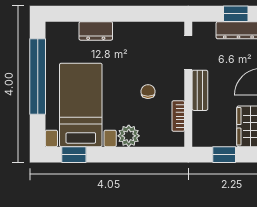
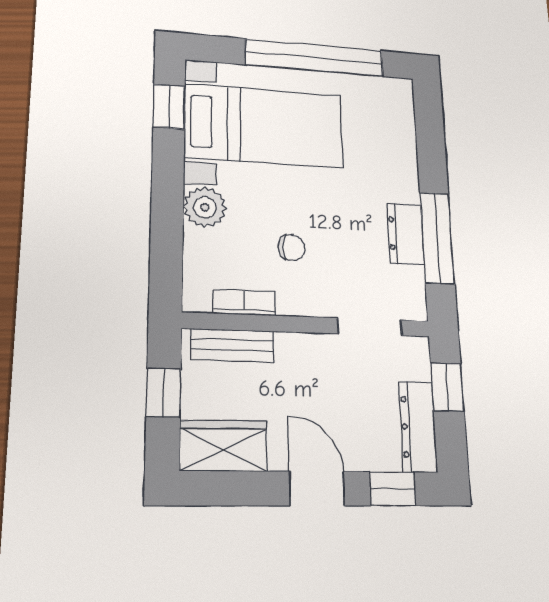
window: (139, 14) -> (437, 238), added
window: (236, 14) -> (447, 387), moved
dresser: (96, 31) -> (405, 234), moved
bench: (200, 90) -> (232, 345), moved

